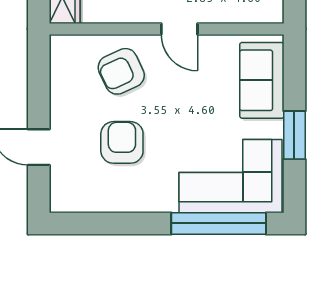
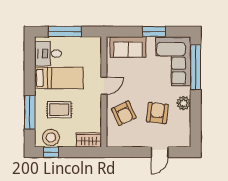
armchair: (122, 142) -> (157, 113), turned 97
plant: (143, 198) -> (184, 103), added

